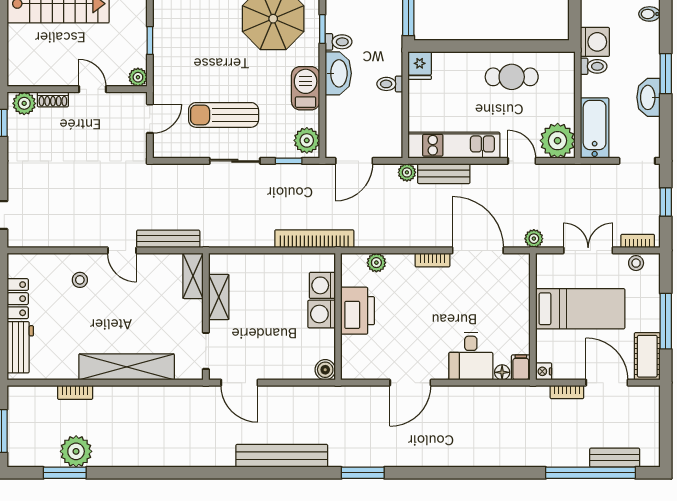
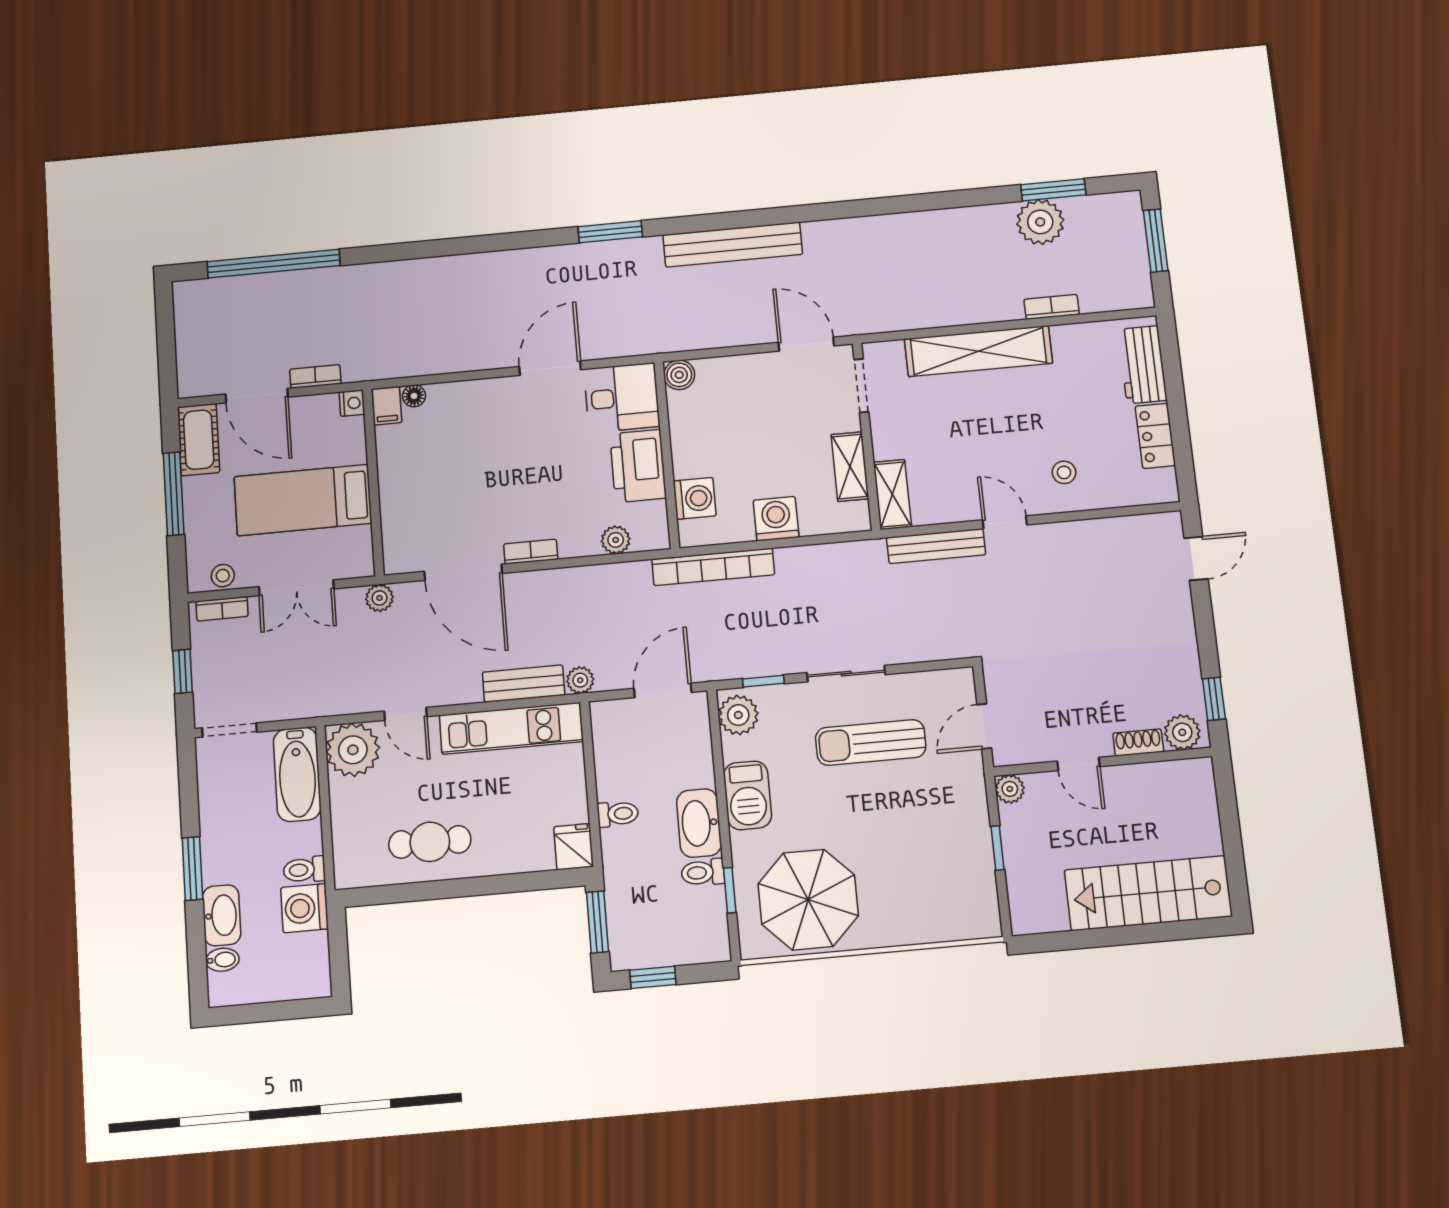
washbasin: (648, 97) -> (222, 915), moved
sun lounger: (224, 115) -> (871, 742), turned 180
washing machine: (322, 314) -> (776, 519), moved, turned -90
desk: (471, 356) -> (622, 398), moved, turned 90
bench: (615, 458) -> (239, 289), removed

